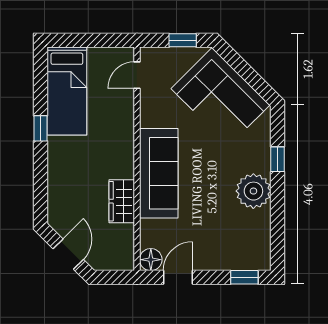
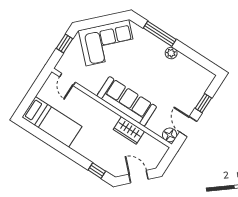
window: (40, 128) -> (97, 171), moved
window: (278, 159) -> (160, 34), width x2.17
plant: (253, 191) -> (171, 53), width x0.53, depth x0.53
window: (244, 277) -> (203, 103), moved

